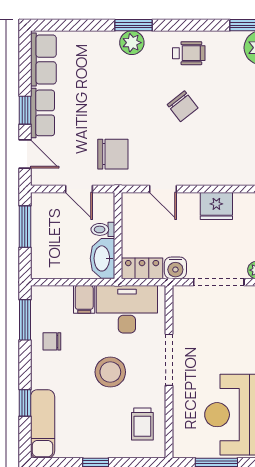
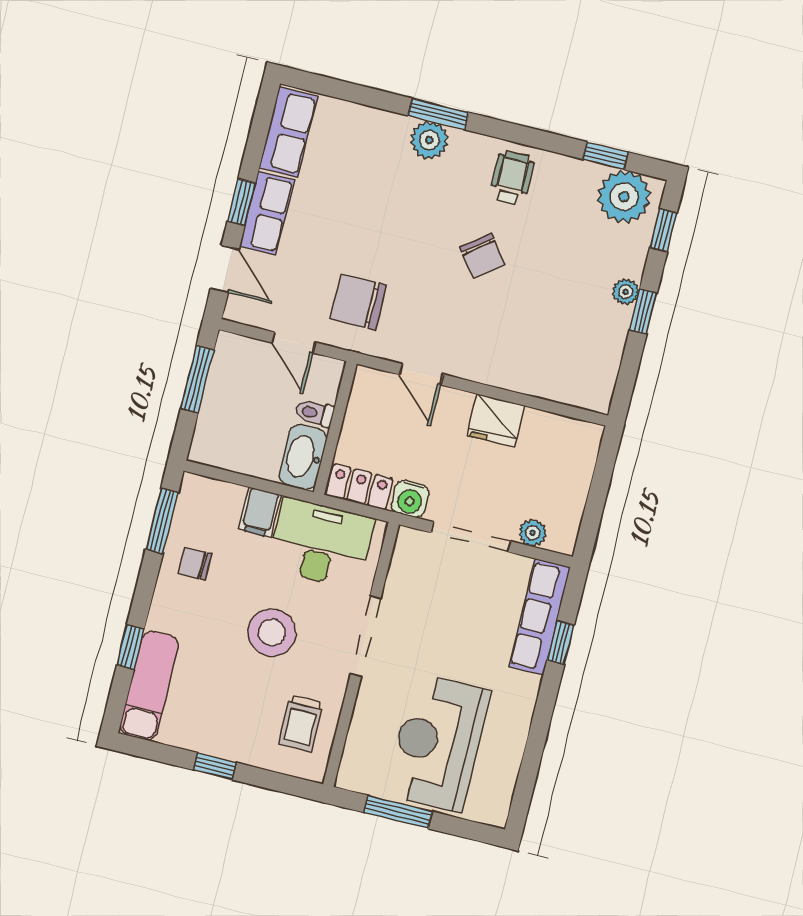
wheelchair: (189, 53) -> (512, 178), turned -90
chair: (113, 154) -> (358, 302), turned 180

